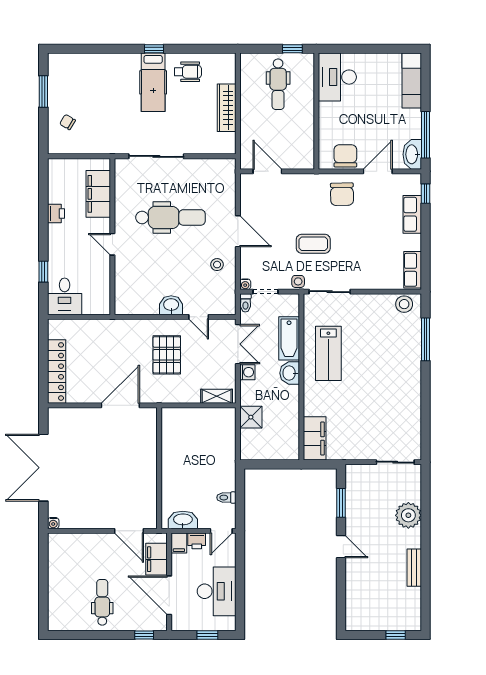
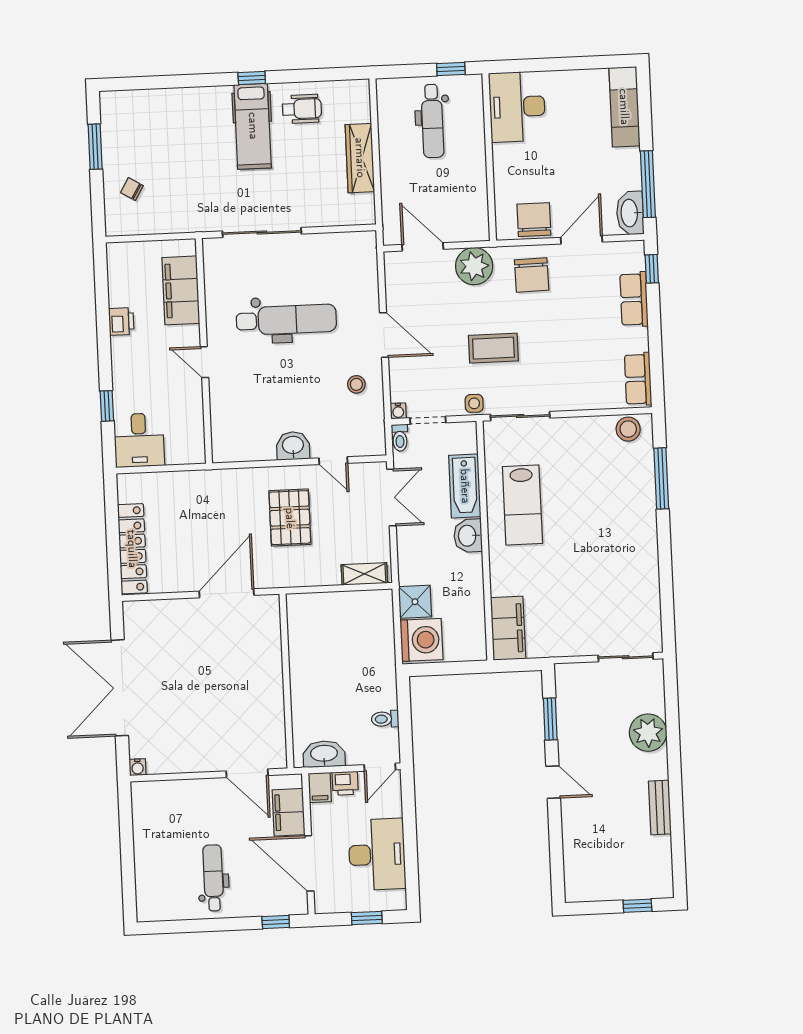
plant: (302, 186) -> (474, 266), added
washing machine: (247, 372) -> (421, 640), moved, width x1.89, depth x1.89

